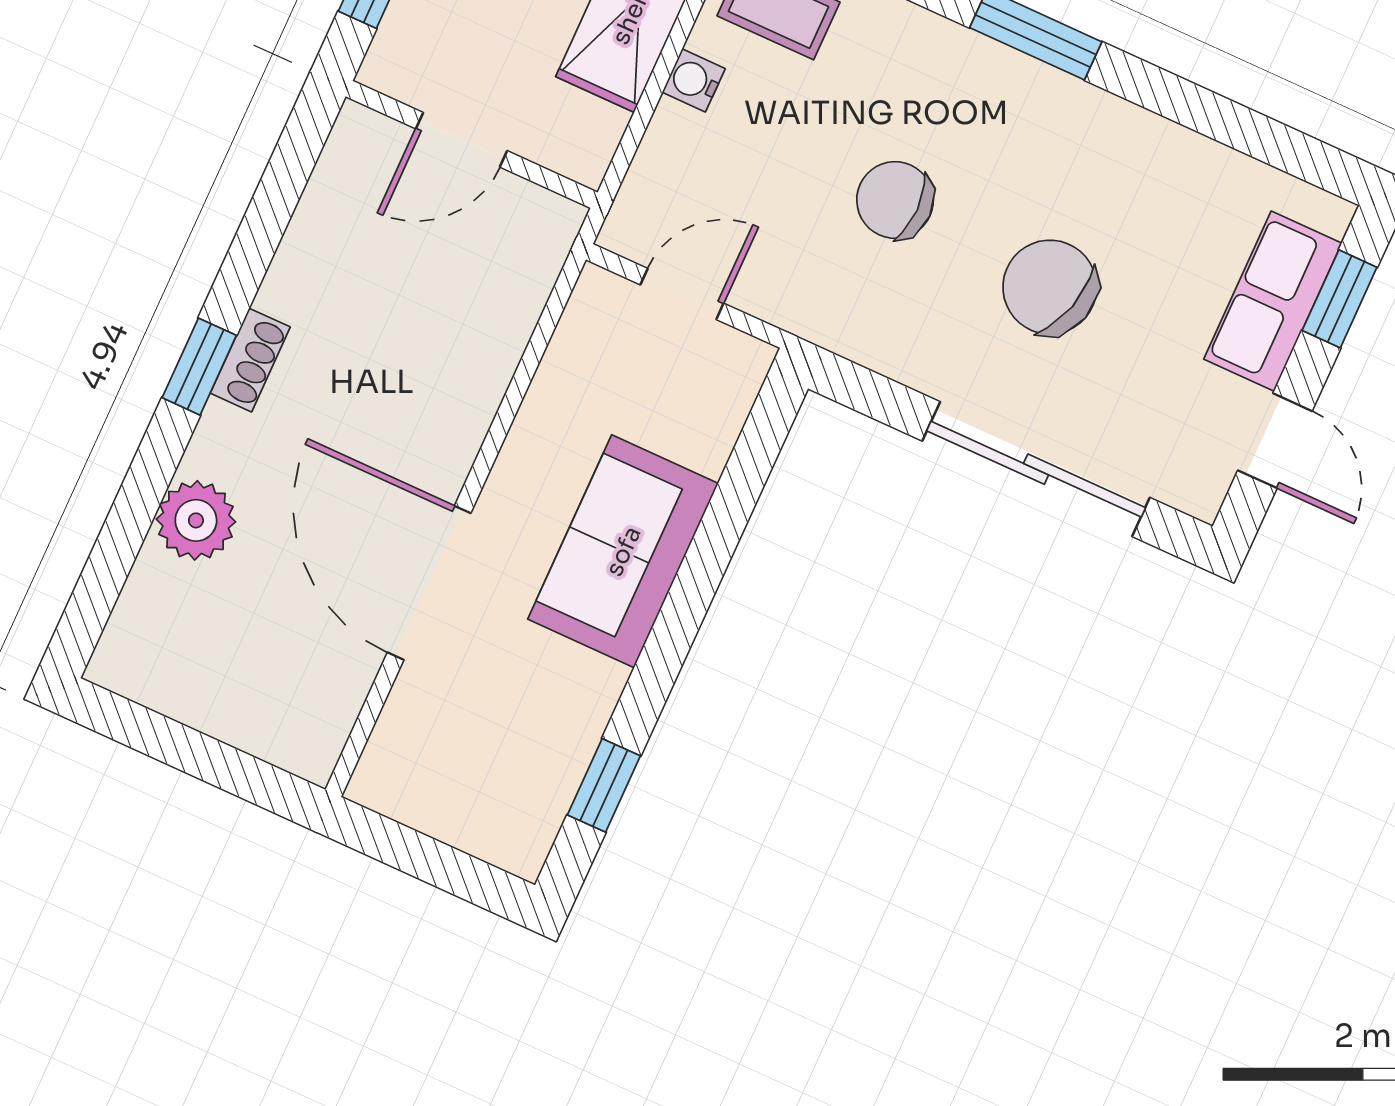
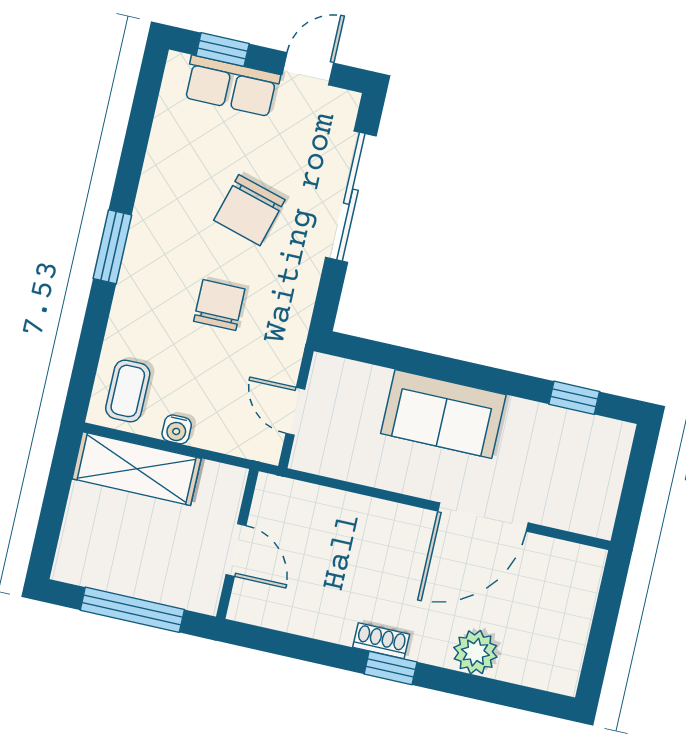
chair: (895, 200) -> (219, 305), turned 180

